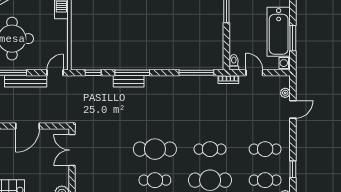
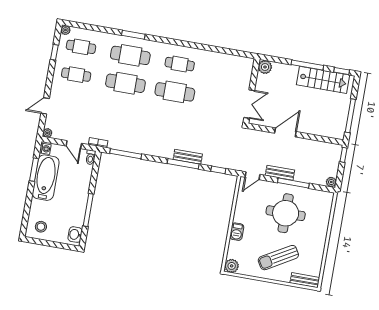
bench: (26, 81) -> (280, 173), width x0.73
plant: (285, 93) -> (47, 133), moved
cafe table: (210, 149) -> (125, 83), width x1.37, depth x1.35

